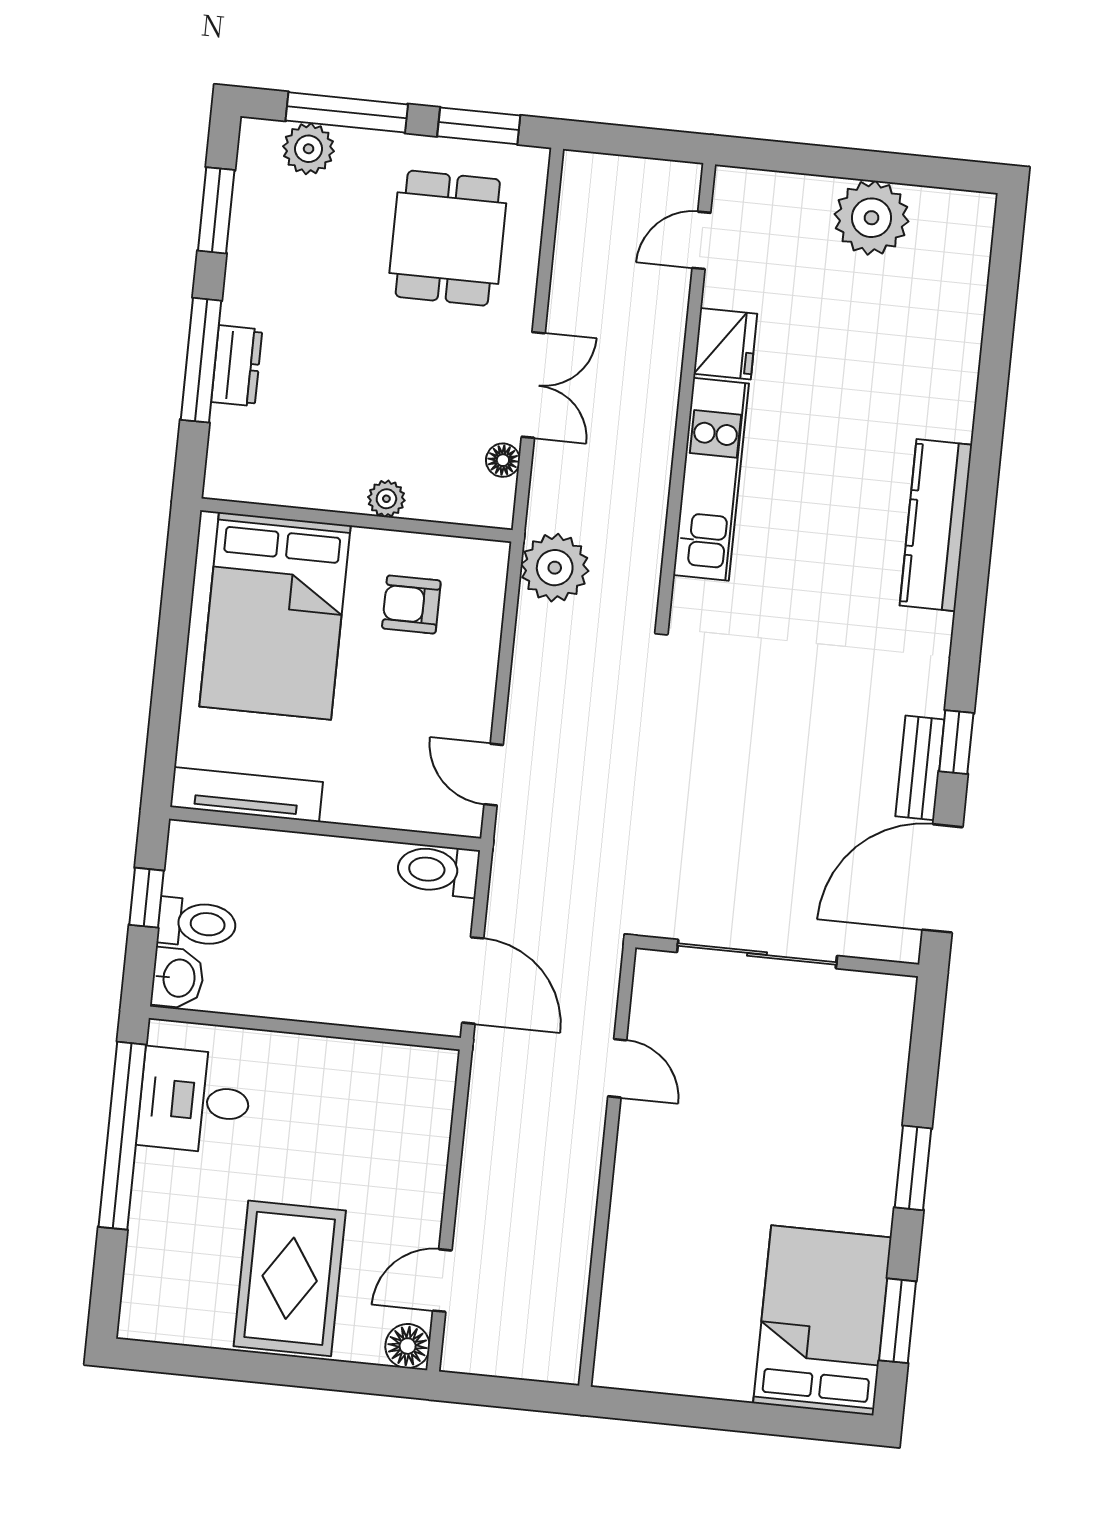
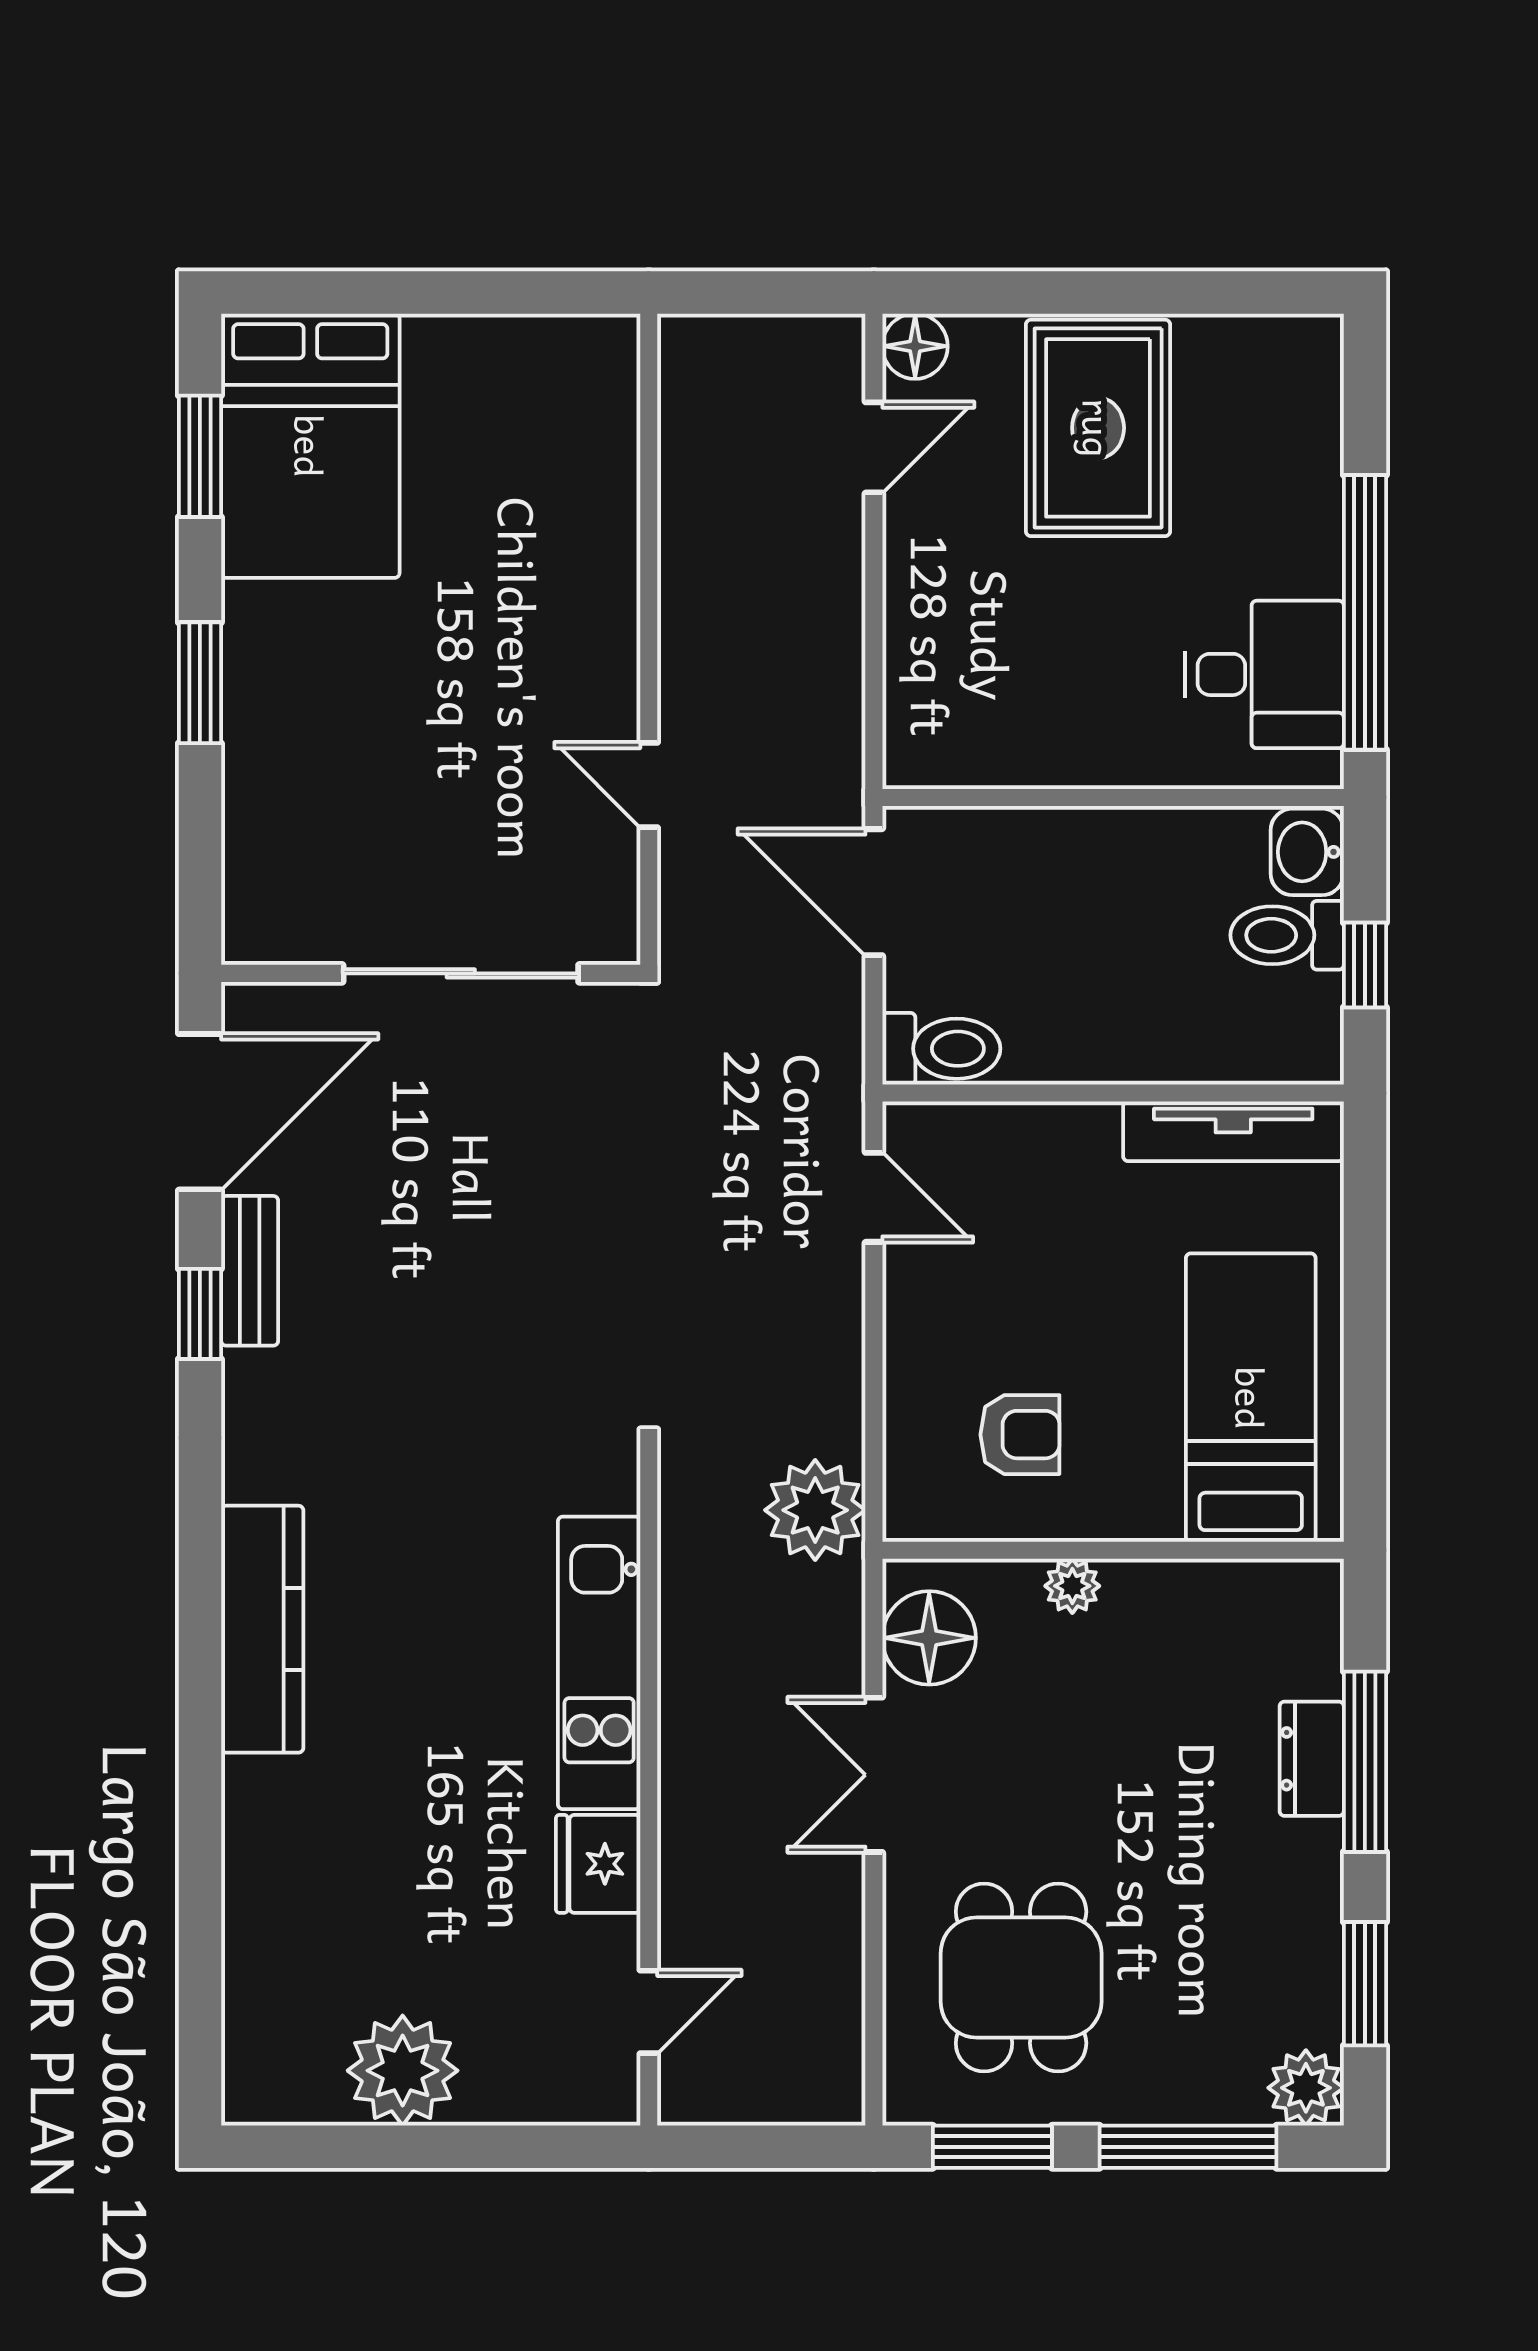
plant: (309, 149) -> (1306, 2088), moved
floor lamp: (503, 460) -> (929, 1638), width x1.89, depth x1.89
bed: (275, 616) -> (1251, 1398), width x0.67

